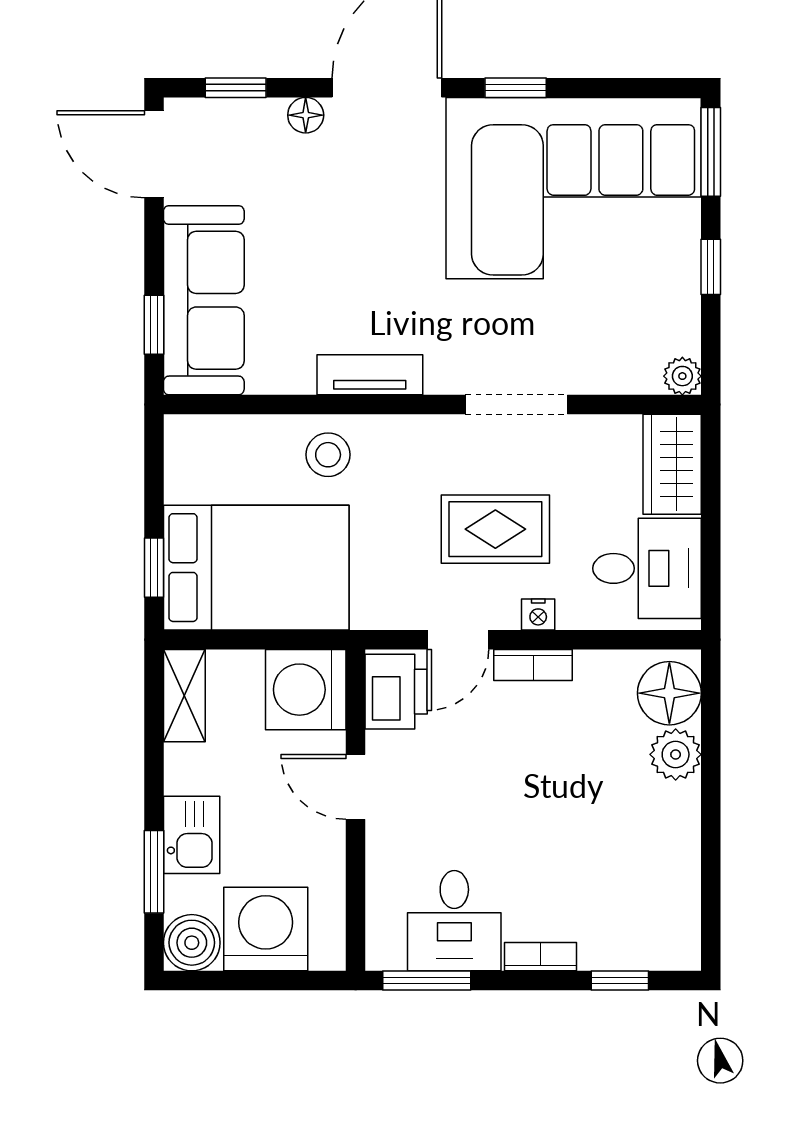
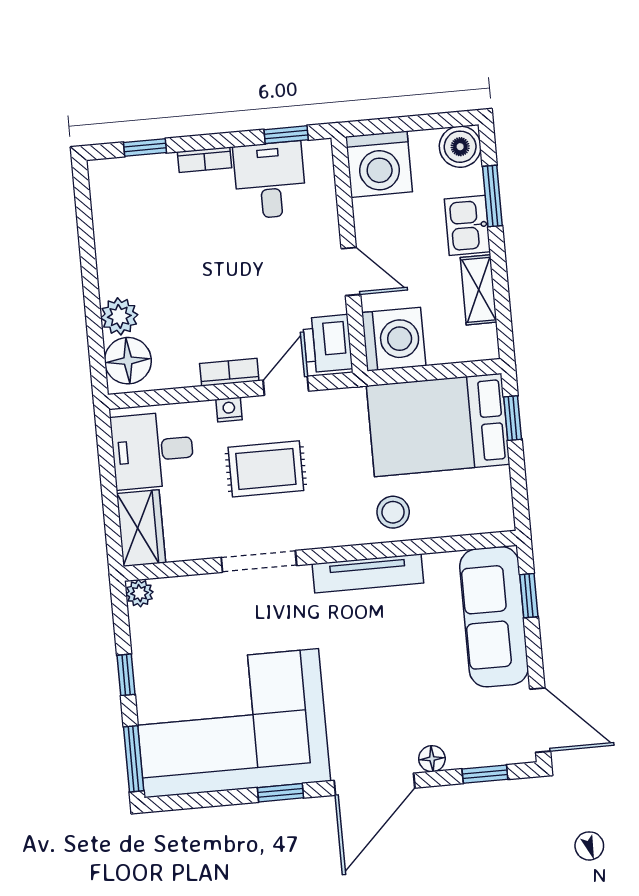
tv unit: (370, 375) -> (368, 573), width x1.41
shelving: (184, 696) -> (479, 290), moved
washing machine: (266, 929) -> (379, 164), moved
window: (427, 981) -> (286, 135), width x0.67

